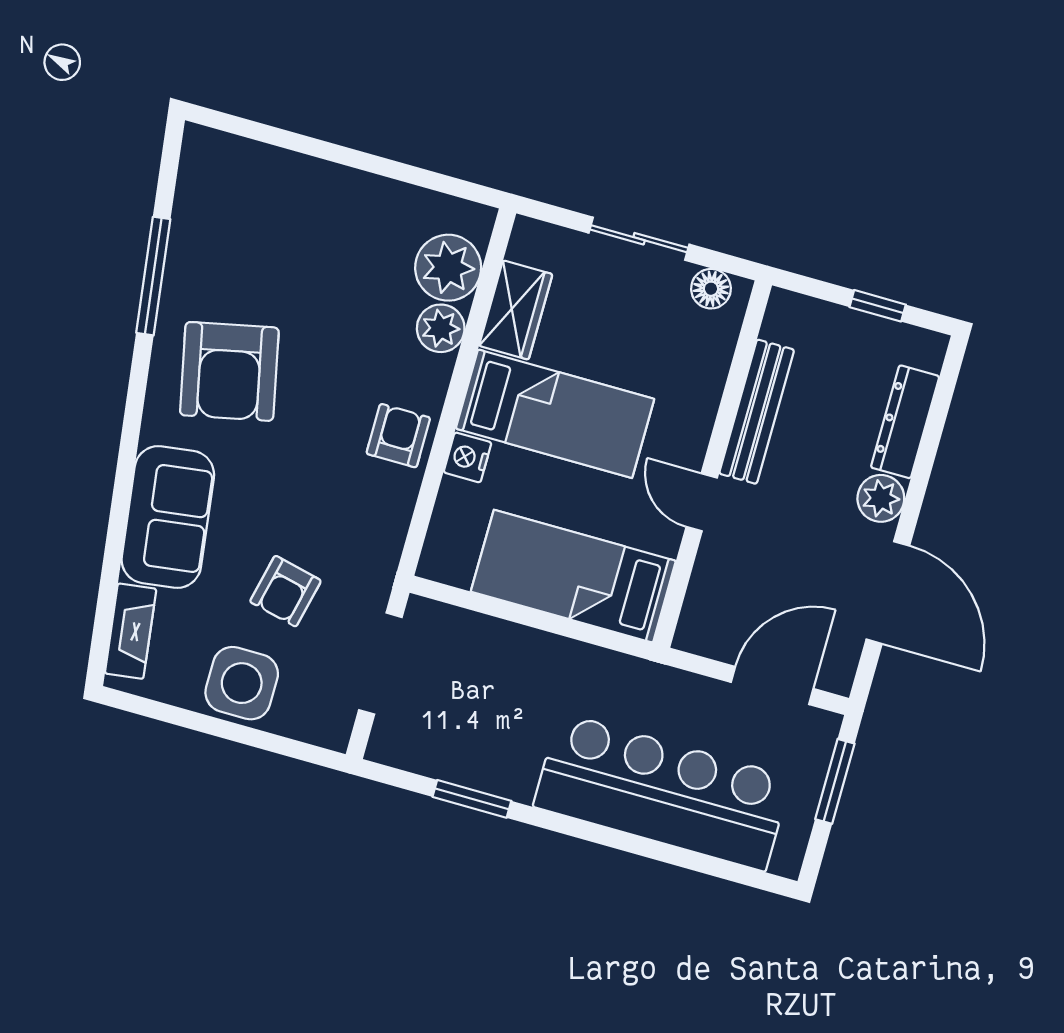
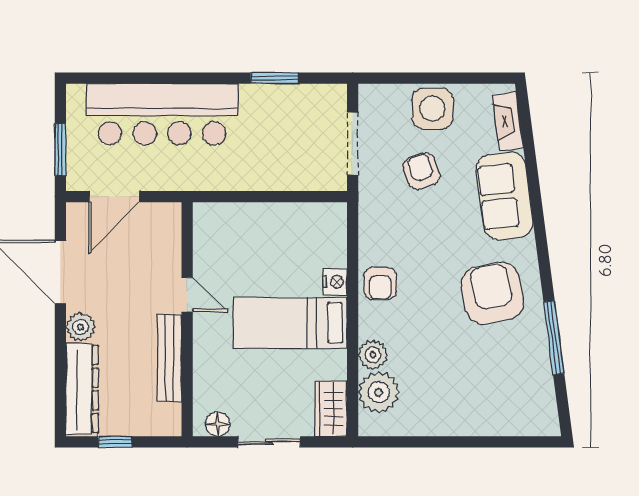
wardrobe: (516, 310) -> (331, 409), moved
dresser: (905, 422) -> (82, 389), width x1.37, depth x1.24
bed: (573, 576) -> (252, 229), removed
armchair: (285, 591) -> (422, 171), turned -33

